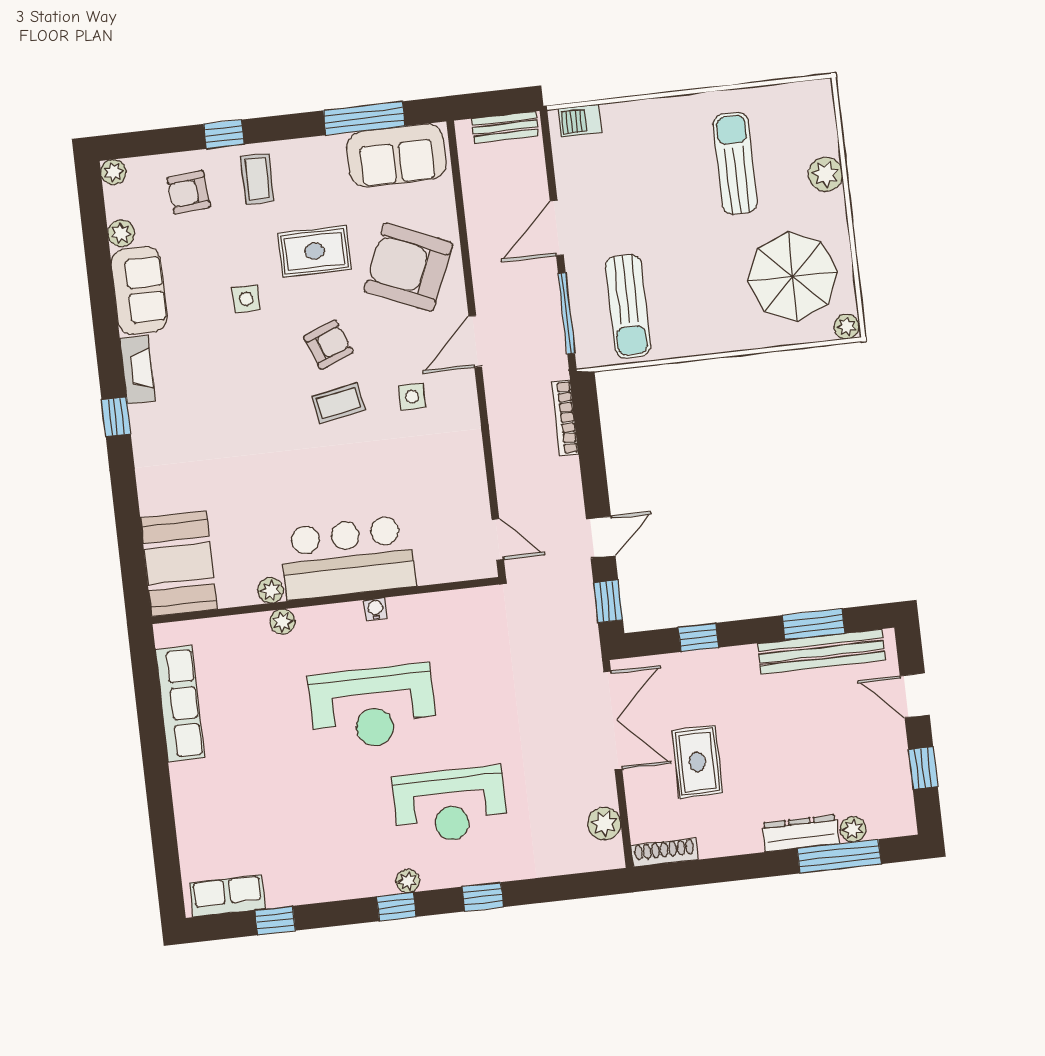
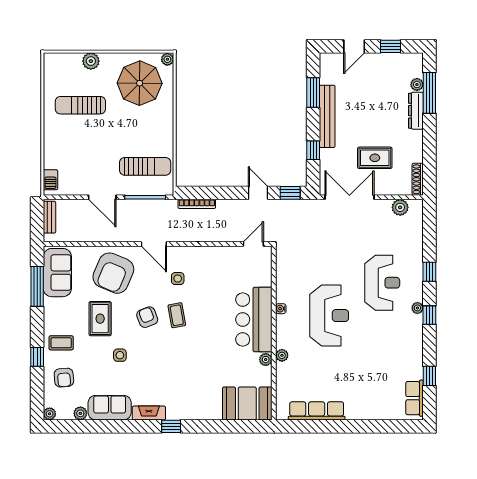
bench: (821, 652) -> (327, 116), moved

